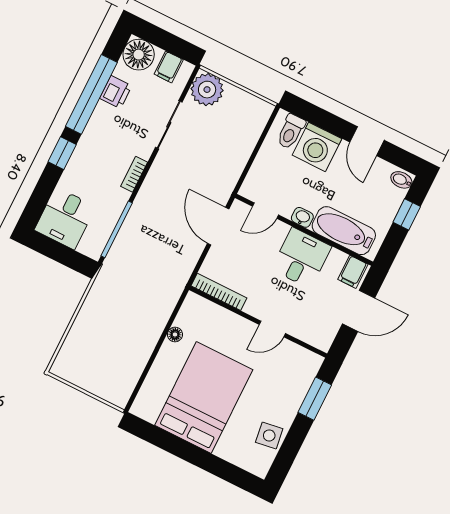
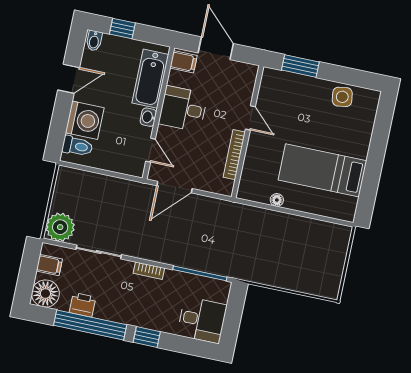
bookcase: (219, 292) -> (234, 155), moved
bed: (204, 397) -> (322, 170), width x0.67

